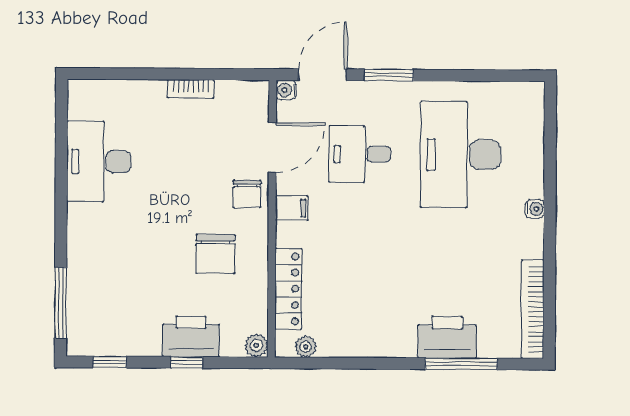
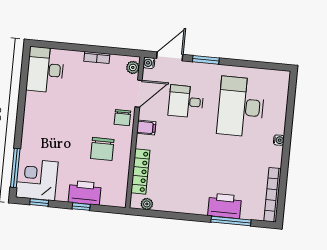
desk: (99, 162) -> (45, 70), moved
corner desk: (102, 321) -> (37, 180), added
plant: (256, 345) -> (133, 67), moved

